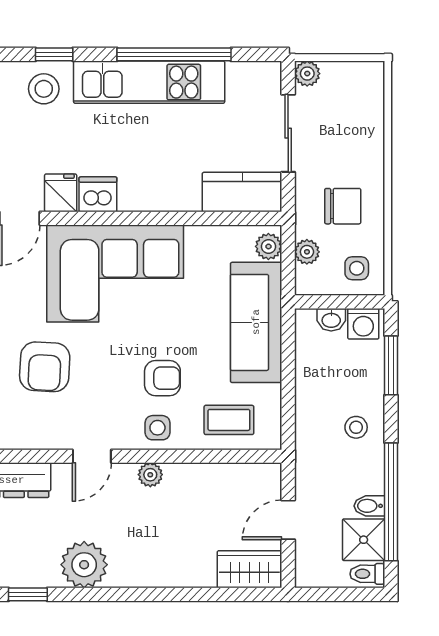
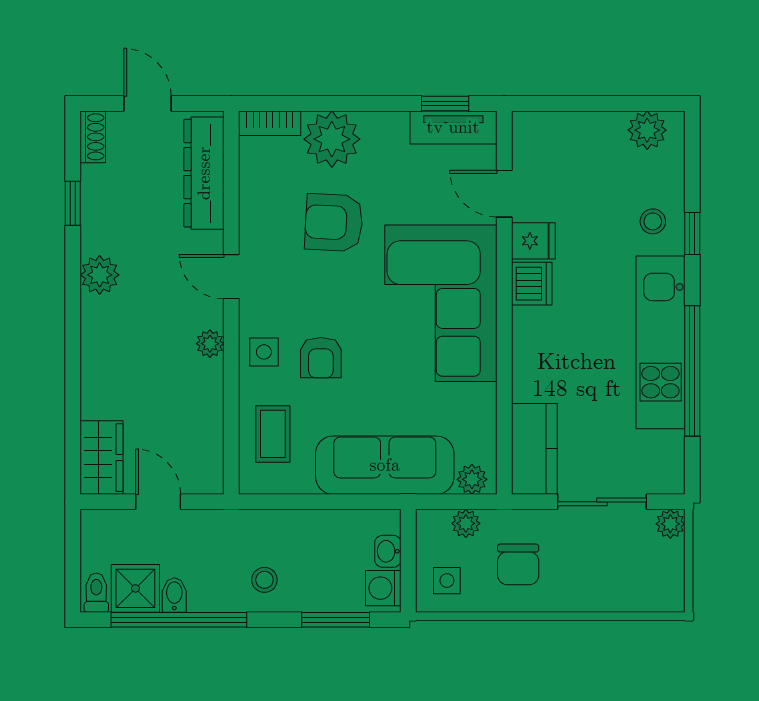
stool: (44, 89) -> (653, 221), width x0.73, depth x0.73
plant: (84, 565) -> (100, 275), width x0.73, depth x0.73

